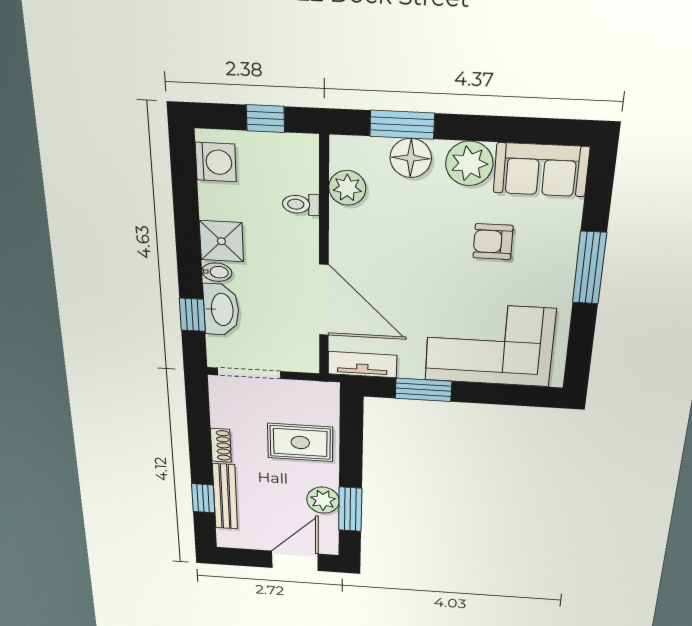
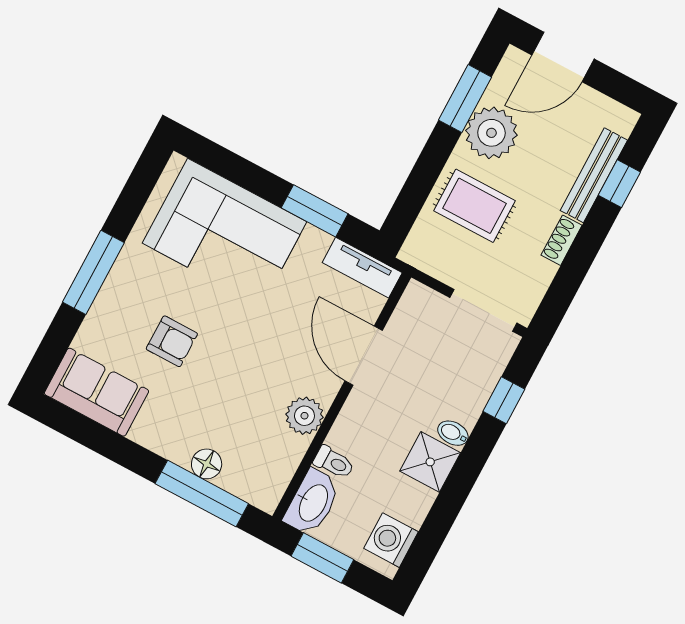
window: (265, 119) -> (322, 558), width x1.50
window: (402, 125) -> (202, 494), width x1.44
floor lamp: (411, 158) -> (207, 464), width x0.73, depth x0.73
plant: (469, 163) -> (159, 429), removed
plant: (347, 188) -> (304, 416), moved
door: (324, 300) -> (364, 356), width x0.73
washbasin: (221, 309) -> (312, 502), moved, turned 180
plant: (323, 500) -> (491, 133), width x1.36, depth x1.36

